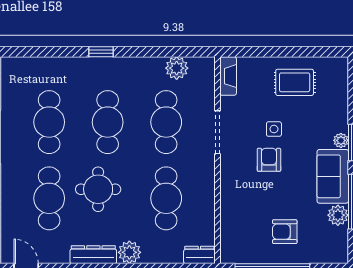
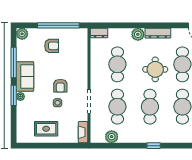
plant: (338, 215) -> (22, 34), moved

